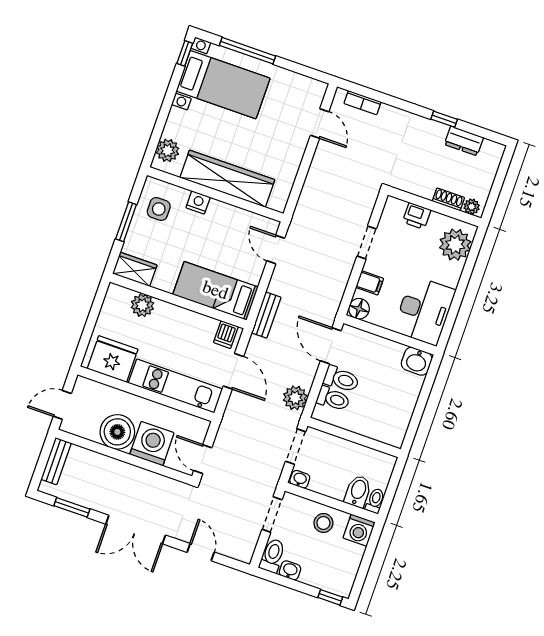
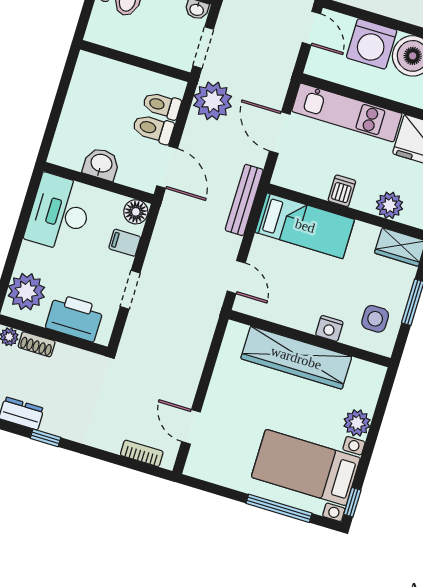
plant: (168, 150) -> (357, 423), moved
printer: (417, 216) -> (75, 318), width x1.87, depth x1.48
bench: (266, 315) -> (244, 200), width x1.36
dishwasher: (226, 335) -> (342, 191), moved
washbasin: (417, 361) -> (101, 164), moved
plant: (295, 398) -> (213, 101), width x1.36, depth x1.36

